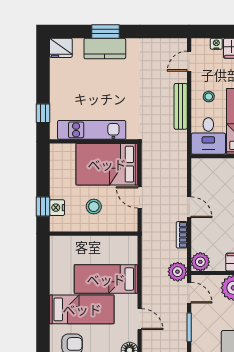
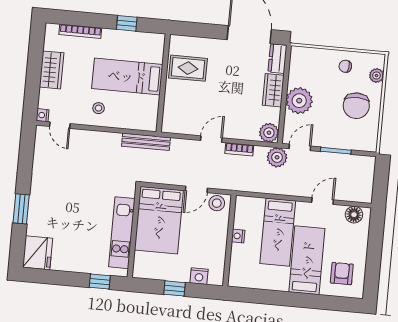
nightstand: (216, 44) -> (43, 115), moved
fridge: (61, 48) -> (38, 253), width x1.36, depth x1.34
kitchen counter: (105, 48) -> (39, 211), removed
bench: (181, 106) -> (146, 142), moved
desk: (208, 136) -> (139, 112), removed
window: (43, 207) -> (175, 288), moved
stool: (94, 207) -> (217, 203), moved
nightstand: (99, 241) -> (238, 236), added

